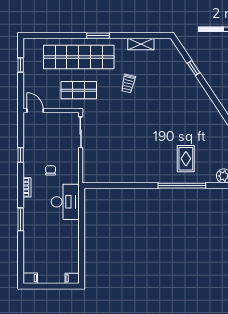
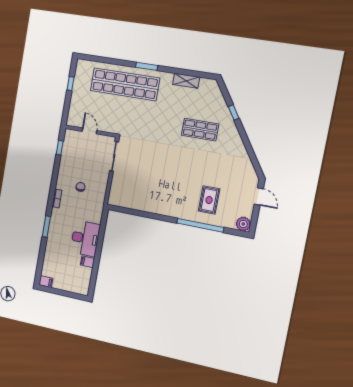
trolley: (128, 84) -> (167, 117), removed
shop shelf: (79, 90) -> (200, 130), moved
door: (35, 111) -> (89, 131), moved
window: (21, 155) -> (60, 148), moved
desk: (65, 202) -> (85, 238), moved
filing cabinet: (72, 278) -> (87, 262), moved

